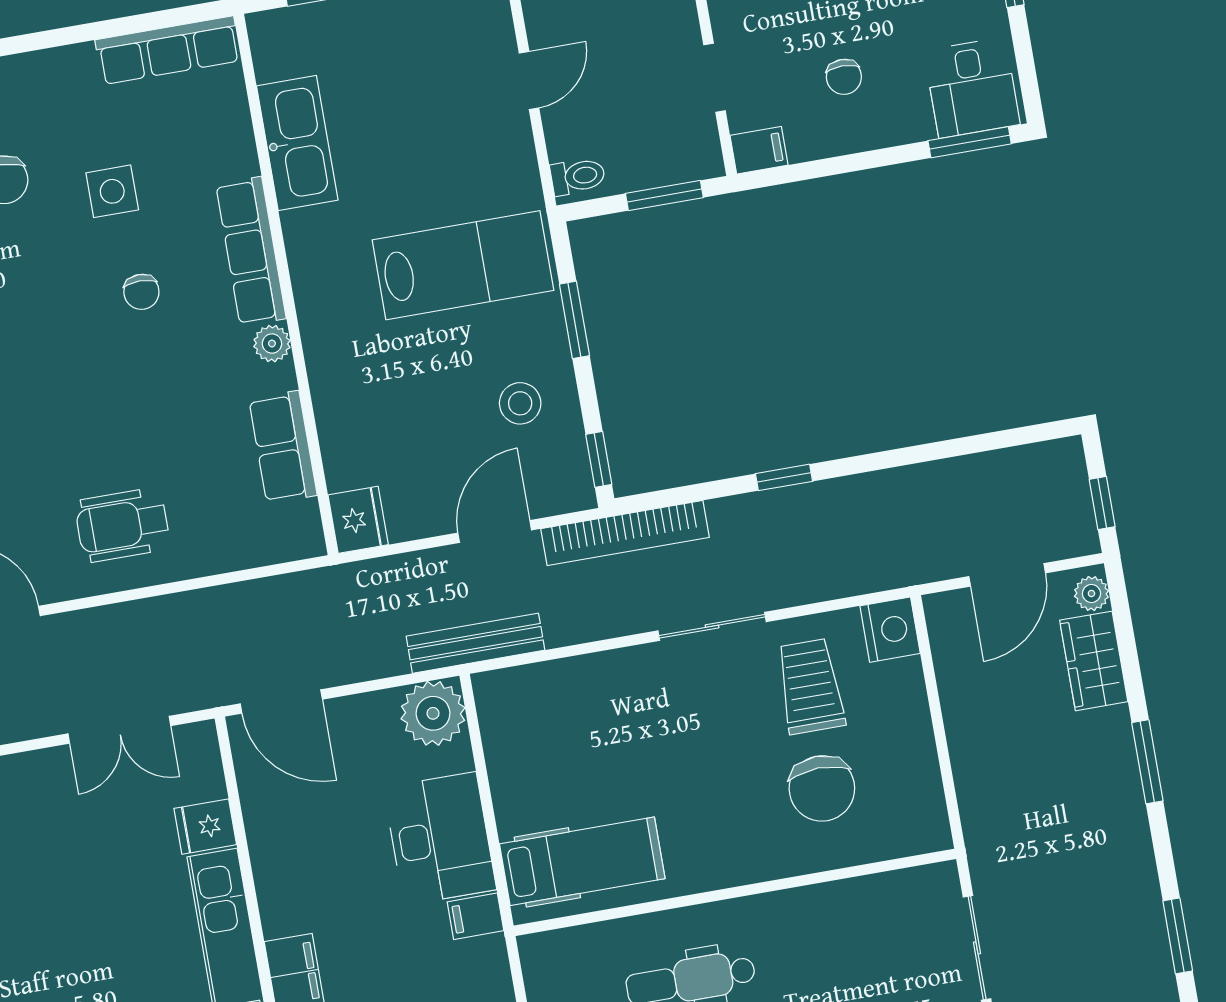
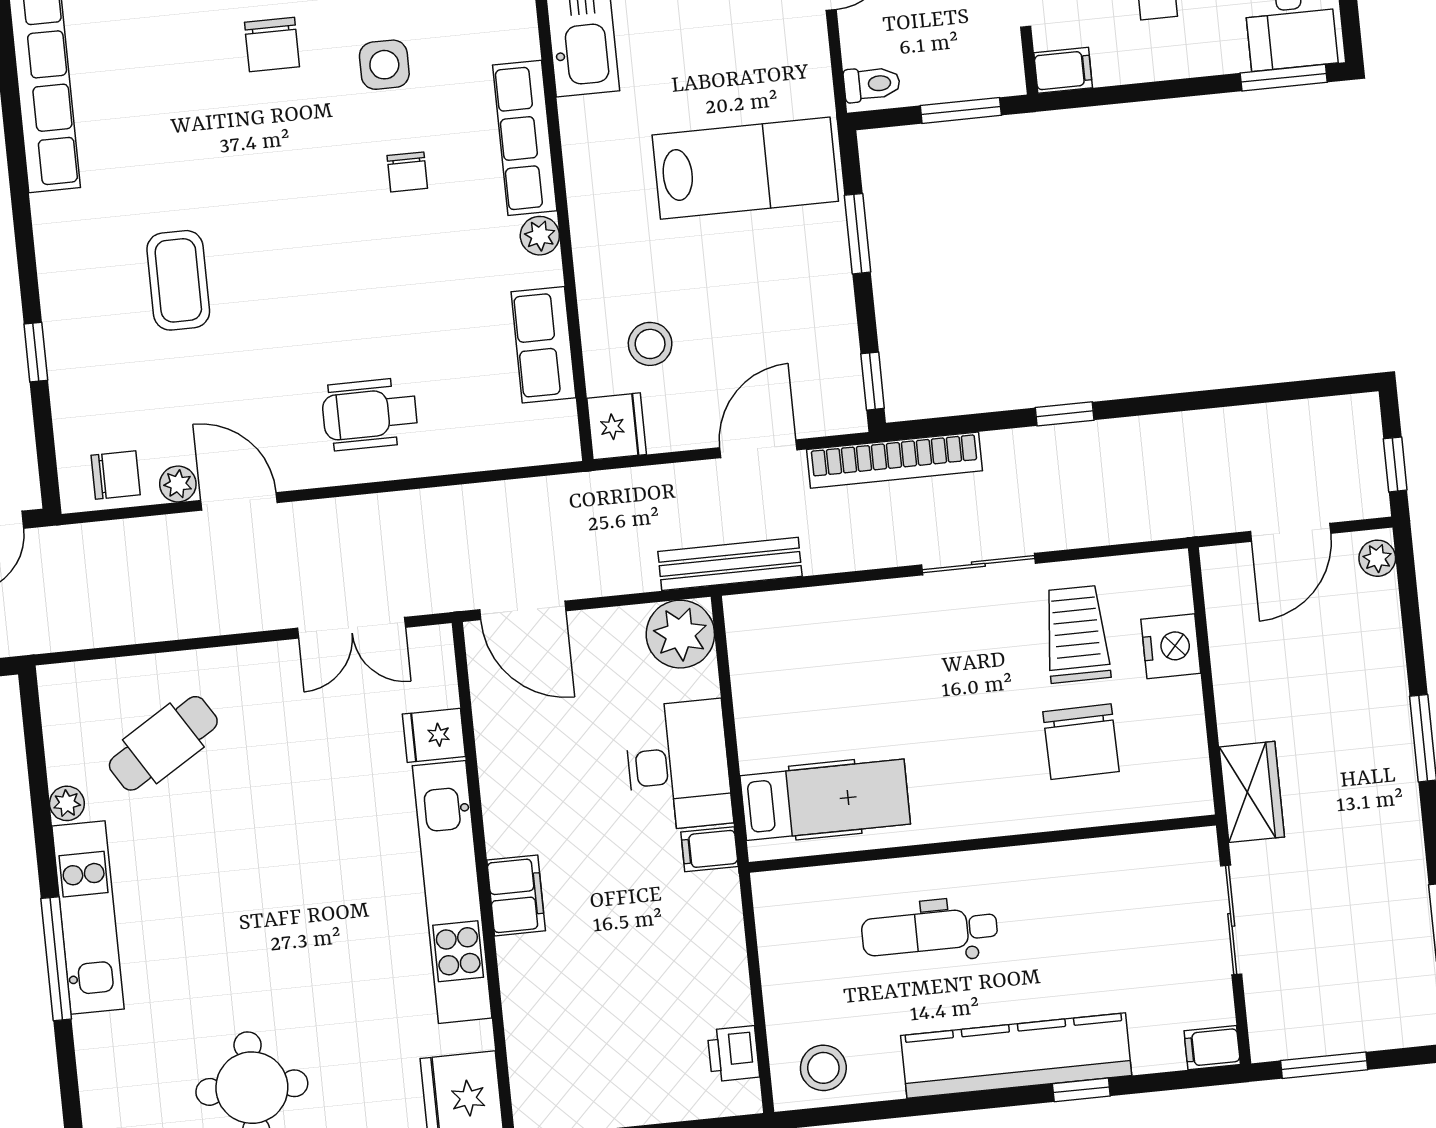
stool: (520, 403) -> (650, 344), moved
nightstand: (890, 630) -> (1171, 646), moved
wardrobe: (1094, 661) -> (1252, 792), moved, turned 180

